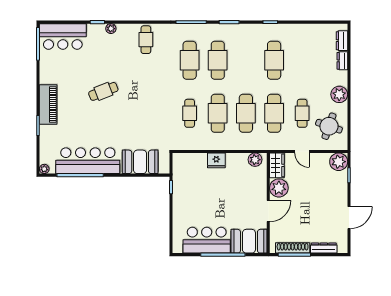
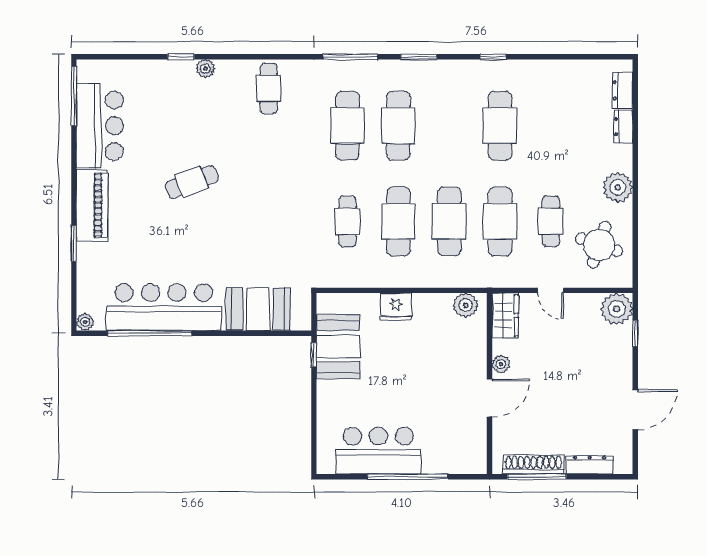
bar counter: (63, 36) -> (100, 126), moved, turned -90
plant: (279, 188) -> (501, 364), width x0.53, depth x0.53
booth: (249, 241) -> (338, 346), moved, turned 90

